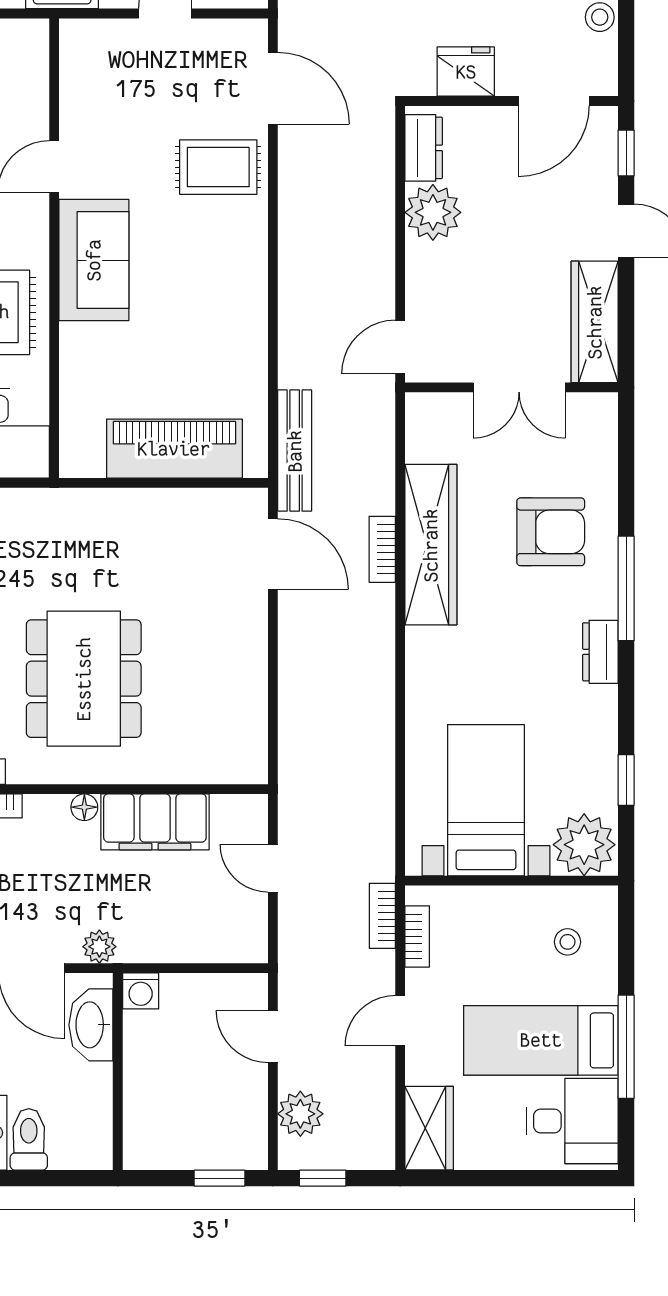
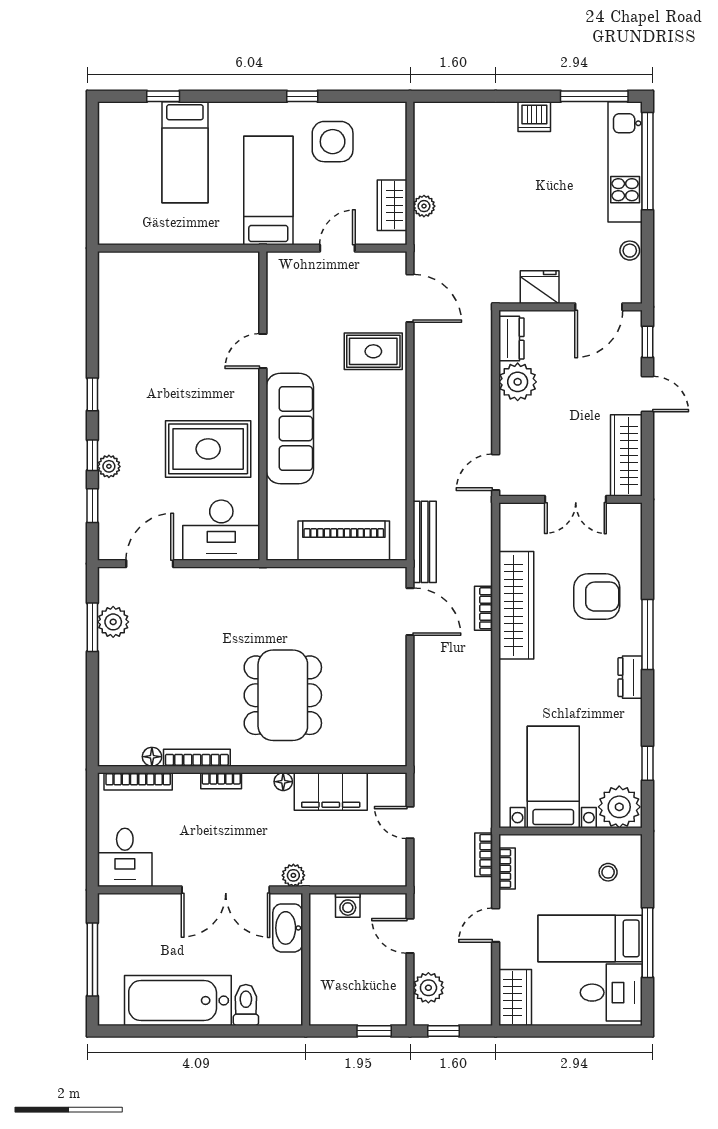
sofa: (94, 260) -> (290, 429), width x1.36
washing machine: (141, 991) -> (348, 905), moved

